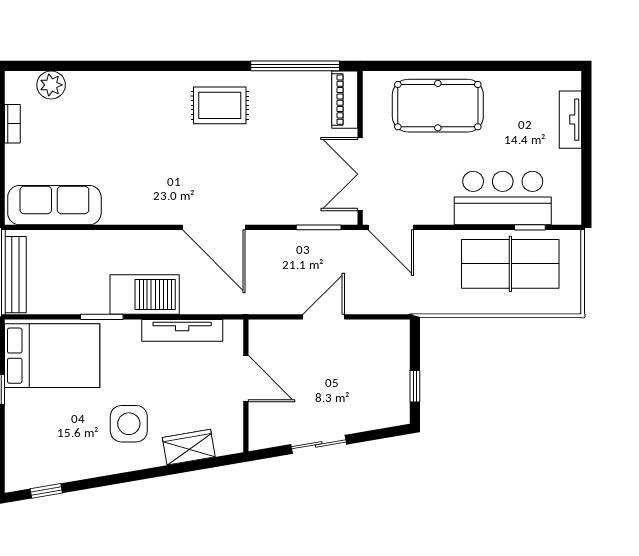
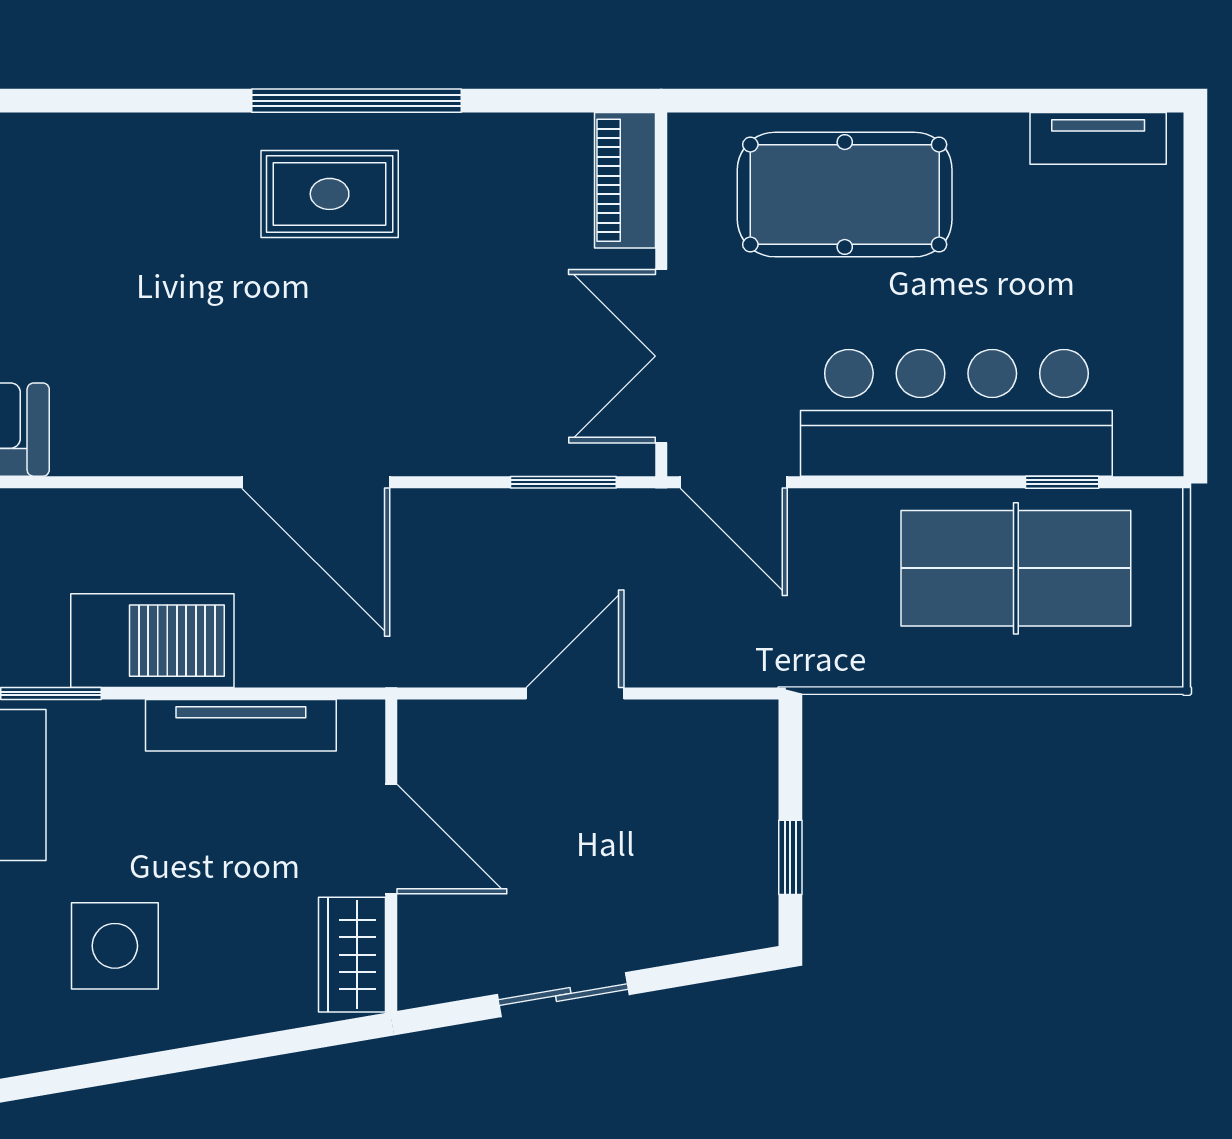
window: (295, 66) -> (356, 101), moved
tv unit: (570, 120) -> (1098, 138), moved, turned -90
bar counter: (503, 198) -> (956, 413), width x1.36
wardrobe: (189, 447) -> (352, 955), moved, turned -80

